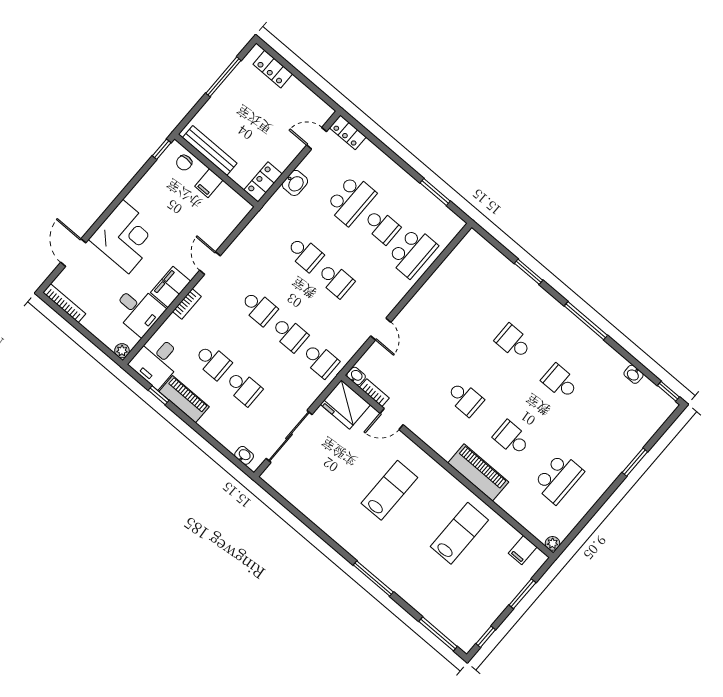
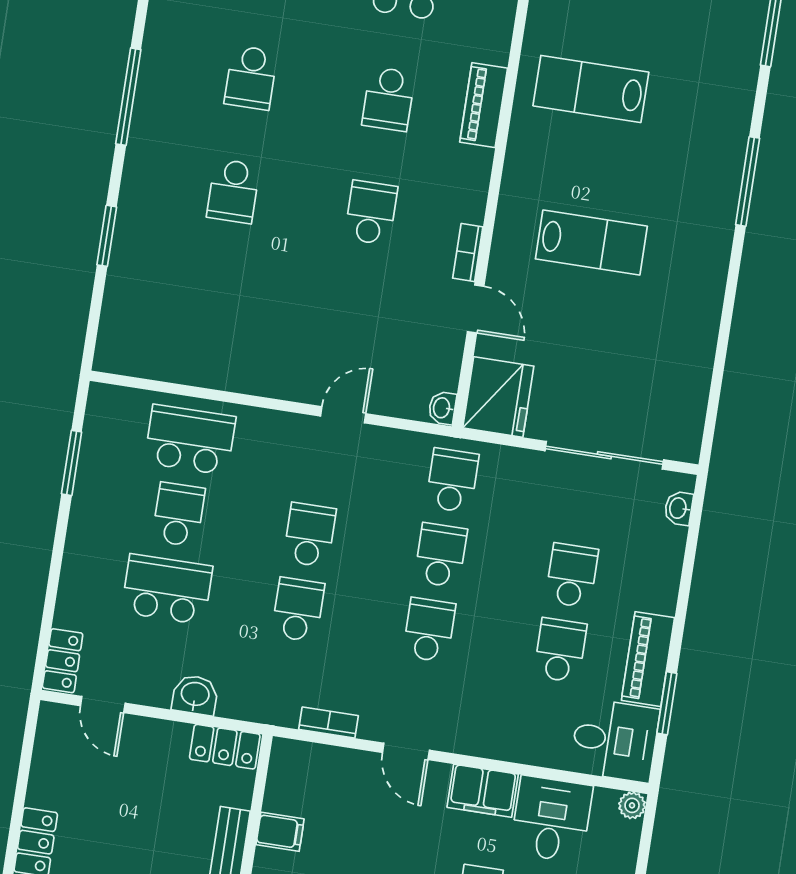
door: (210, 263) -> (406, 751), hinge flipped
bookcase: (187, 304) -> (329, 723), moved
bookcase: (374, 393) -> (468, 253), moved
window: (159, 395) -> (667, 703), width x1.50
piano: (478, 472) -> (484, 105), width x0.73, depth x0.75
lab bench: (389, 490) -> (591, 243), turned 180

